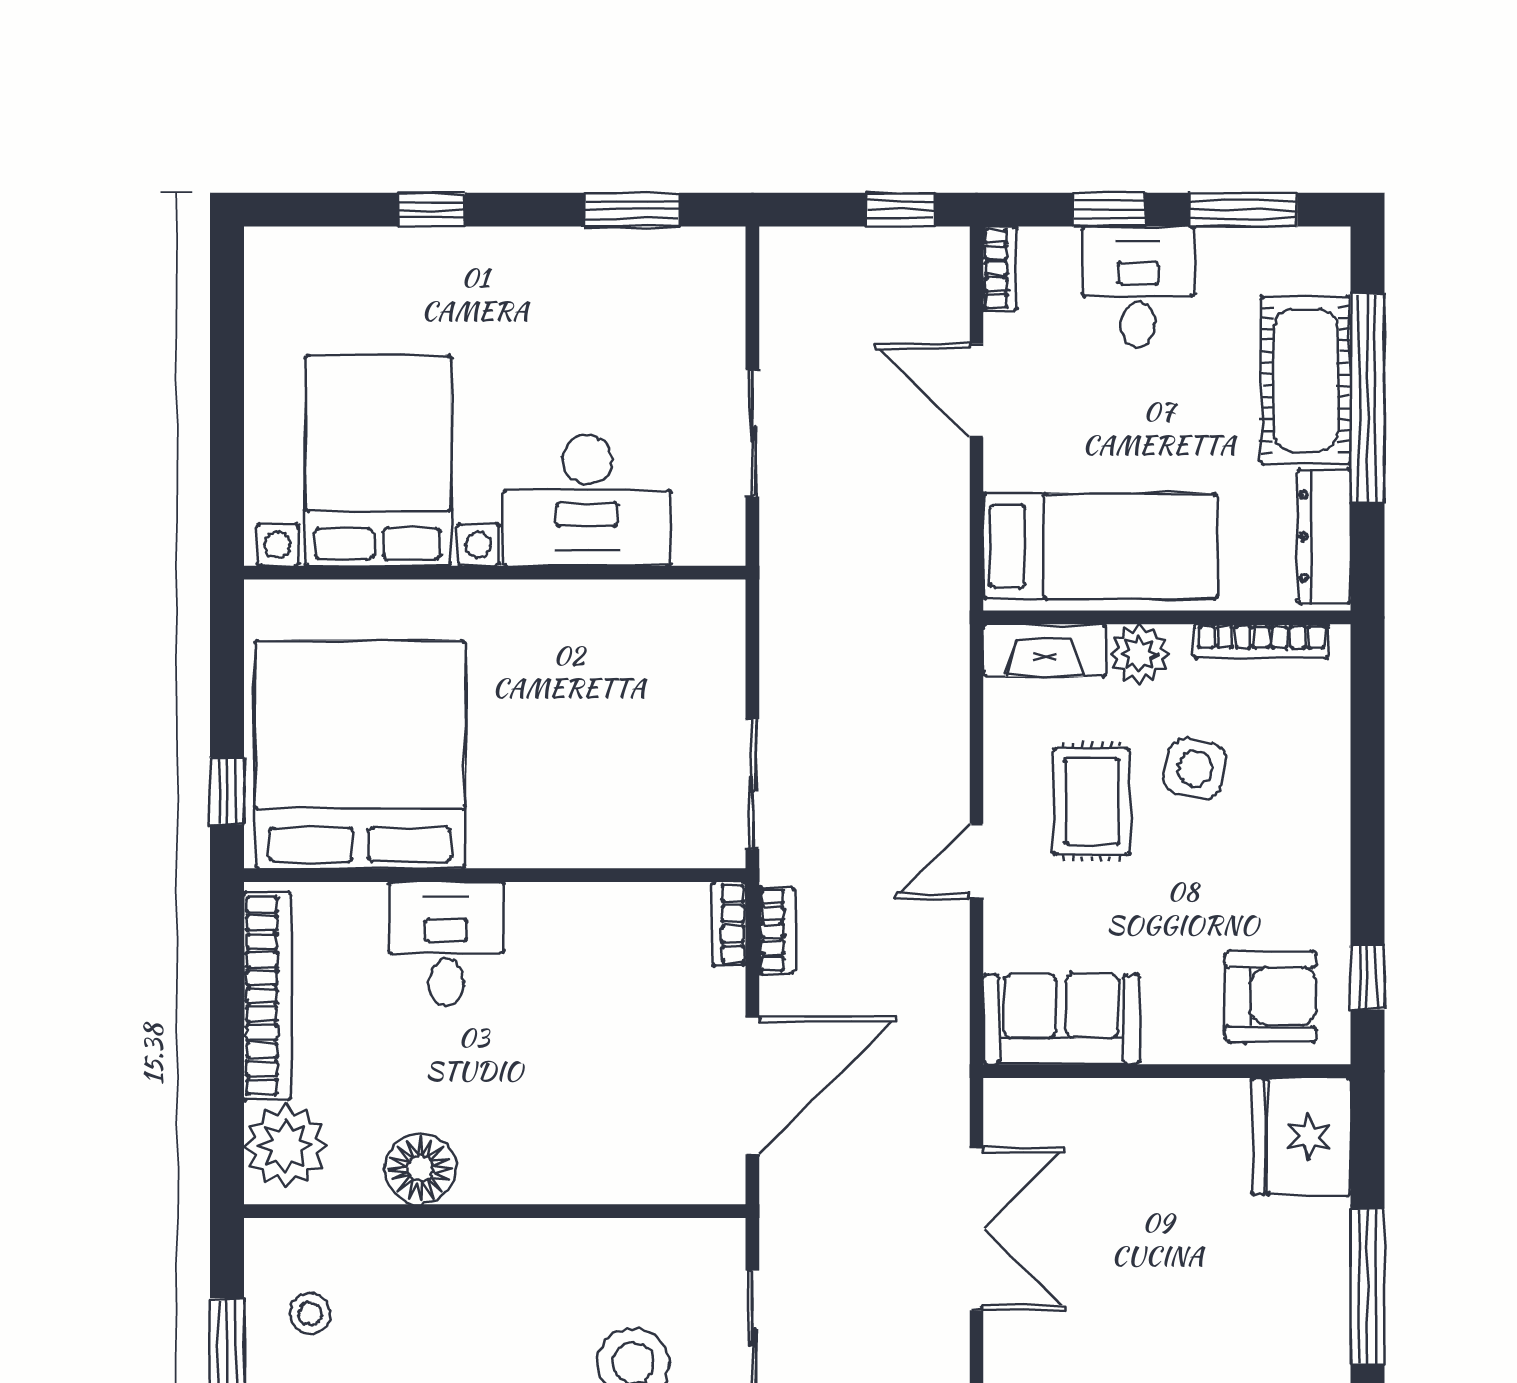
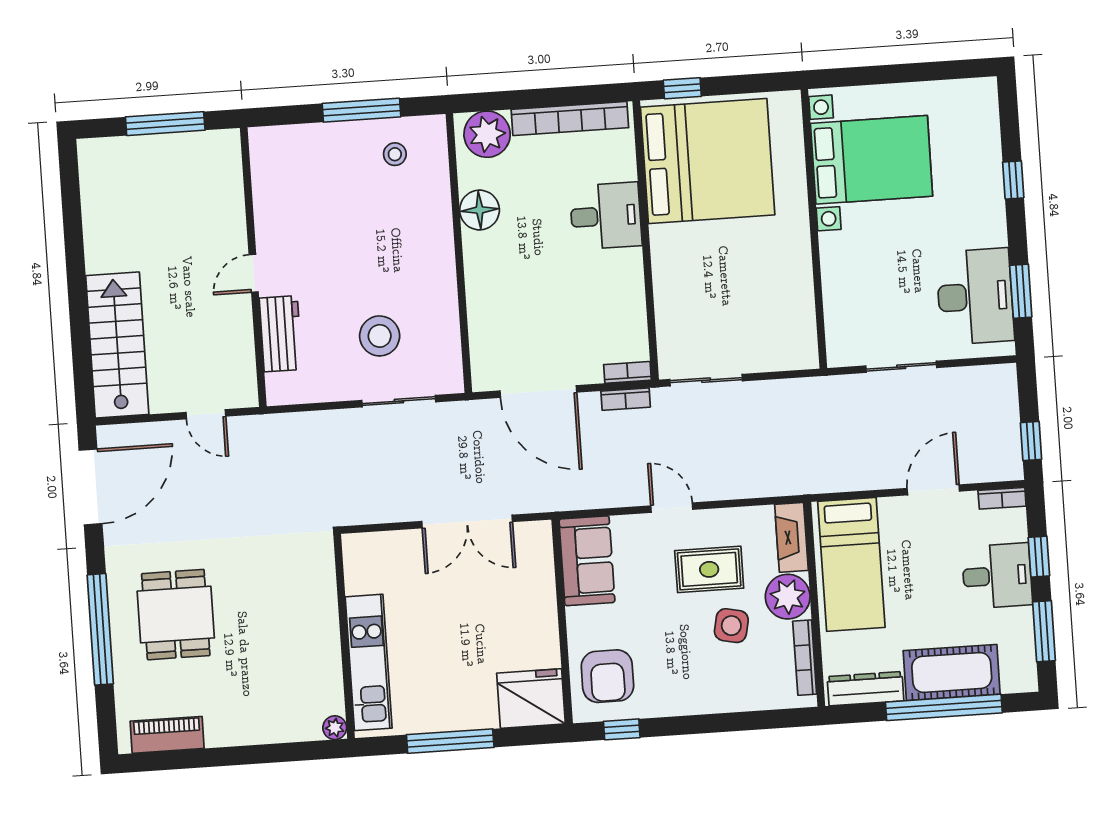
desk: (587, 500) -> (975, 296), moved, turned 180
plant: (1139, 654) -> (788, 597), width x1.36, depth x1.36

